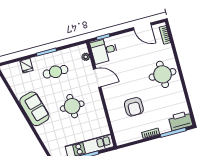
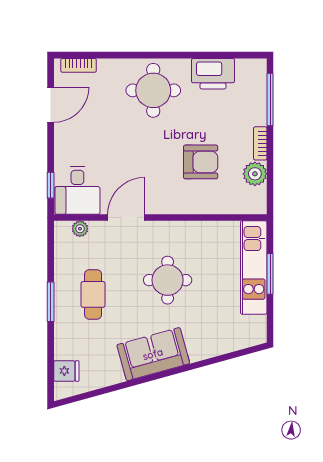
fridge: (27, 66) -> (66, 371), moved
printer: (180, 121) -> (213, 74), moved, turned -90
plant: (135, 135) -> (255, 174), added

